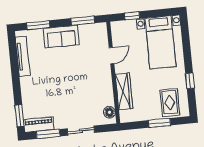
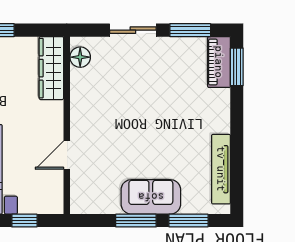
window: (83, 21) -> (136, 221), moved
wardrobe: (124, 91) -> (51, 68), moved
piano: (39, 125) -> (219, 62), moved, turned 90

